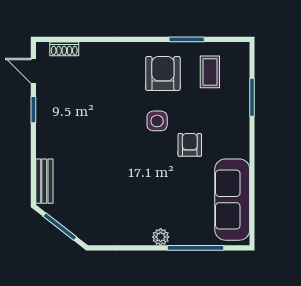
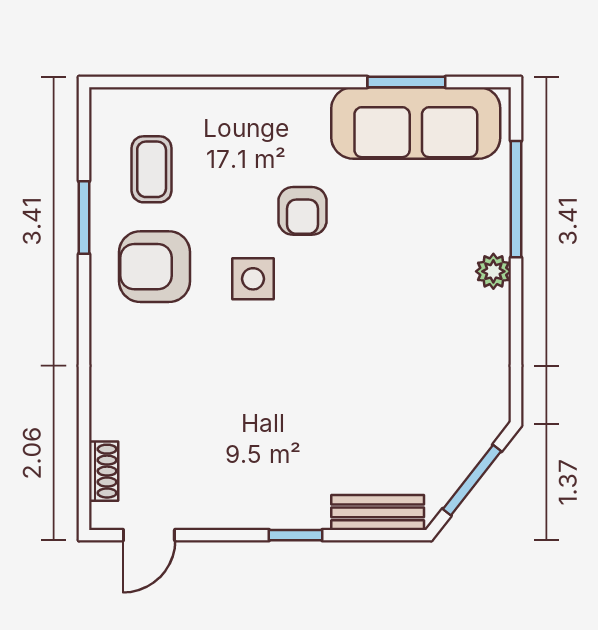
coffee table: (210, 72) -> (152, 169), turned 90
window: (252, 97) -> (406, 82), moved
window: (33, 110) -> (296, 535), moved
armchair: (190, 145) -> (302, 211), turned -90

